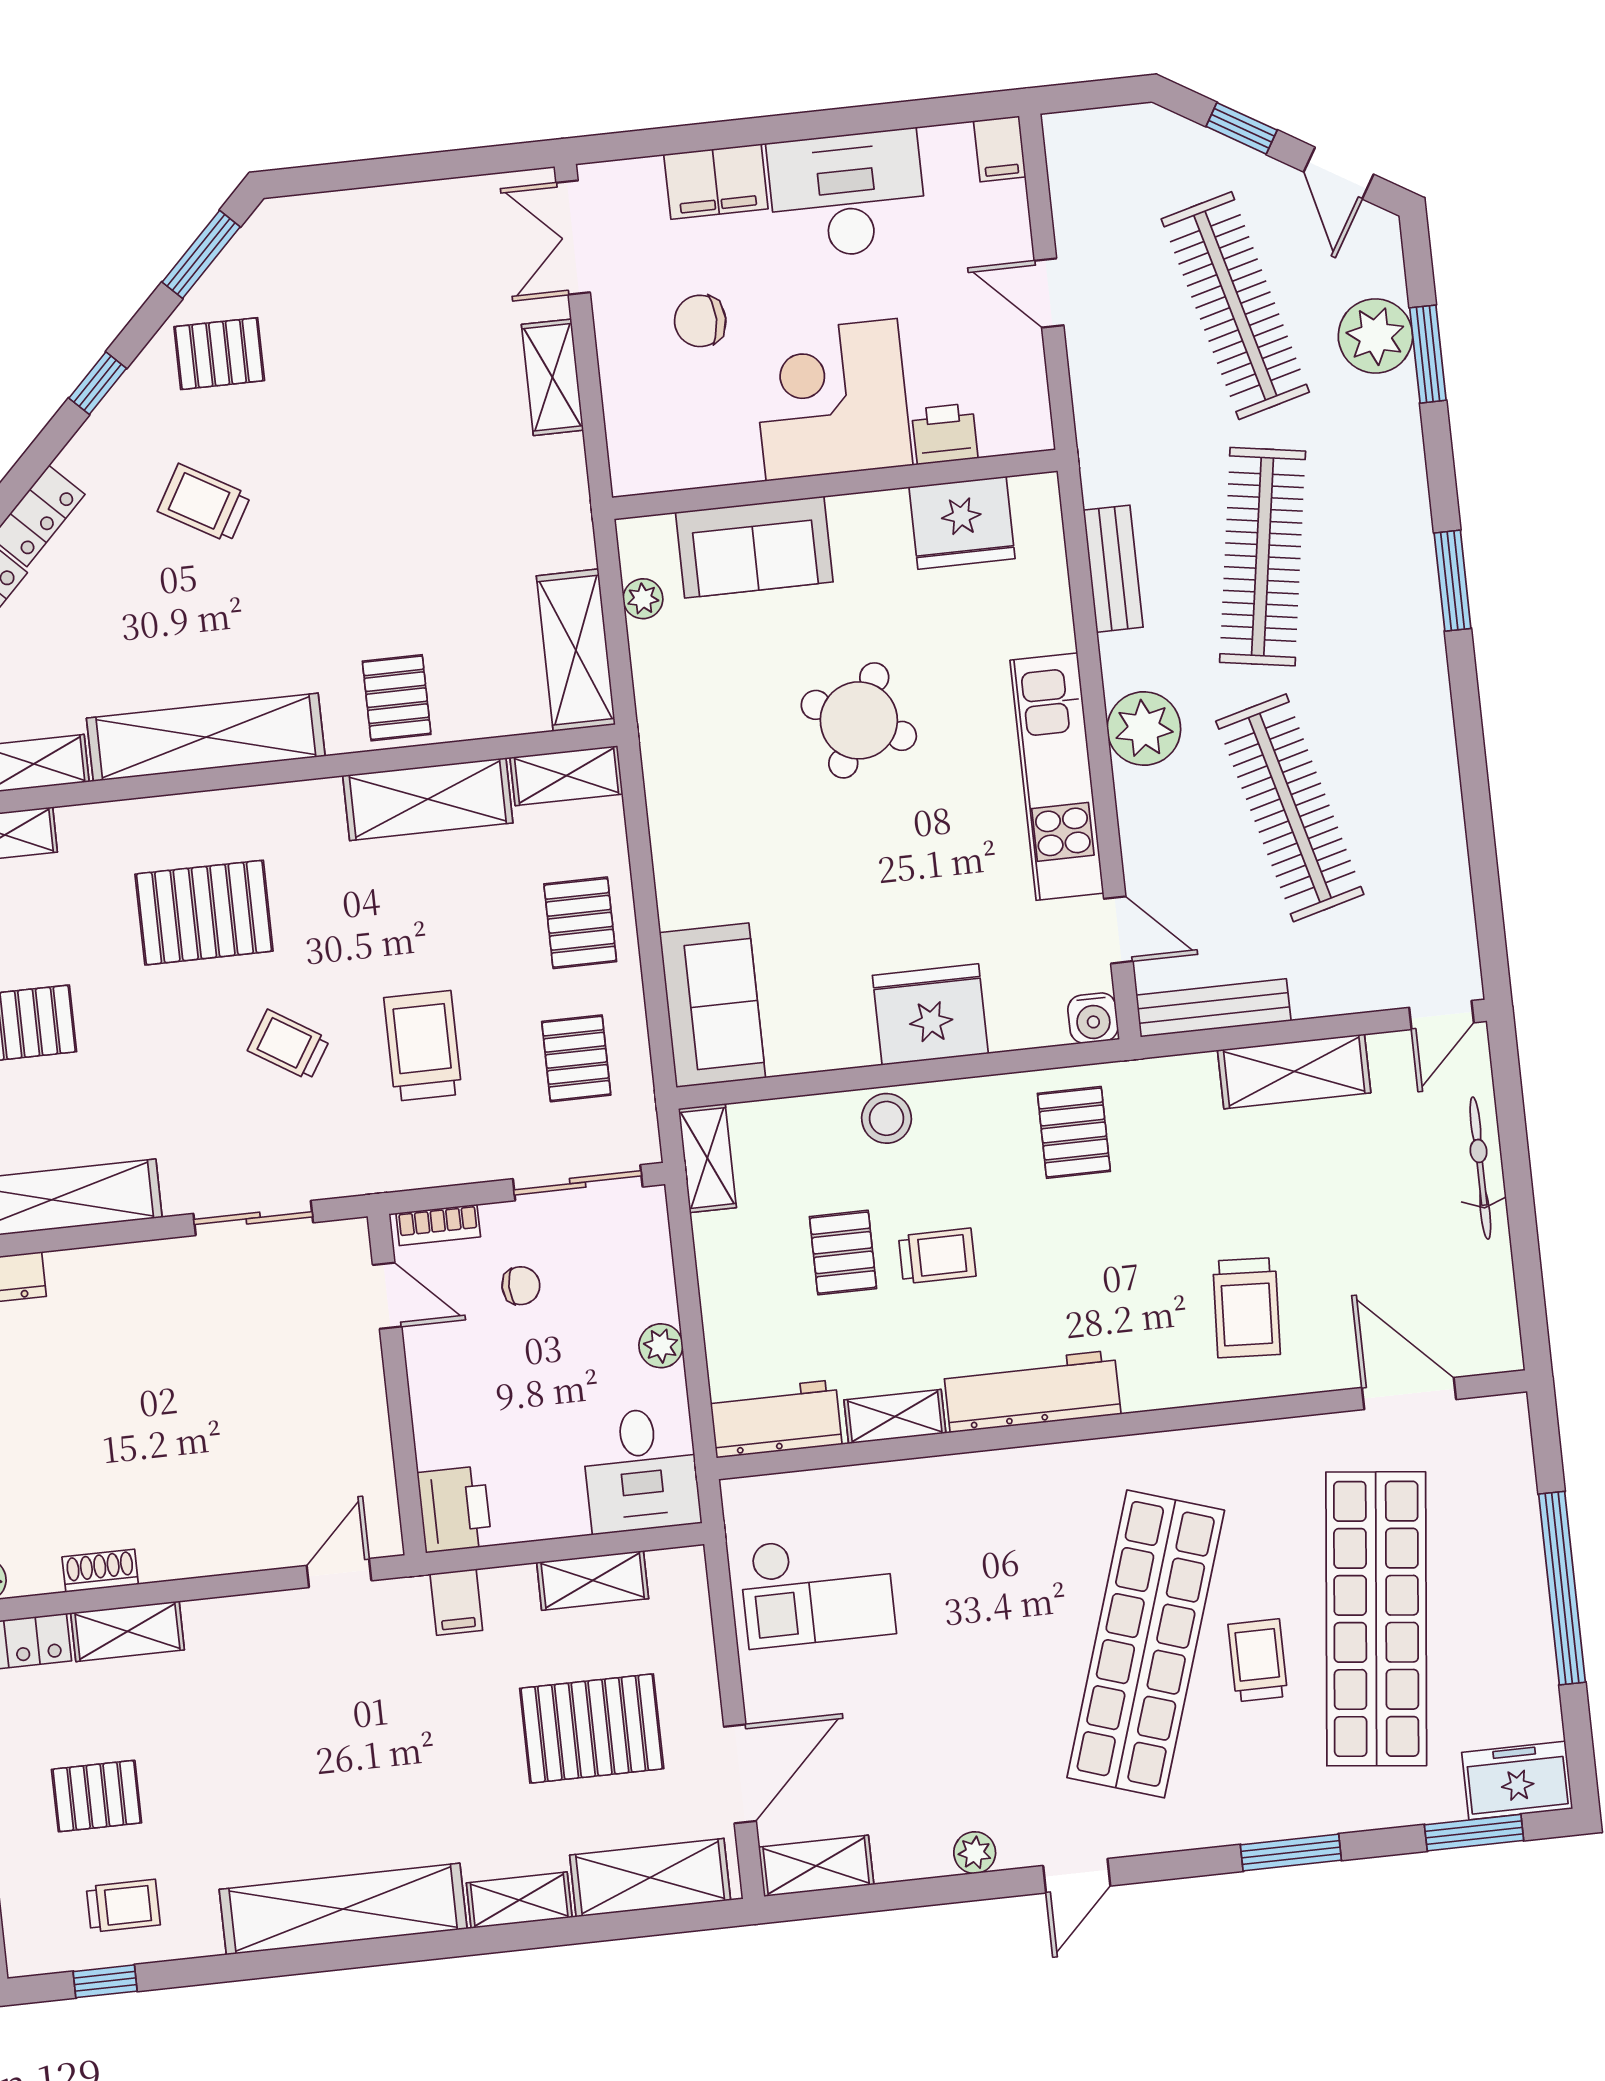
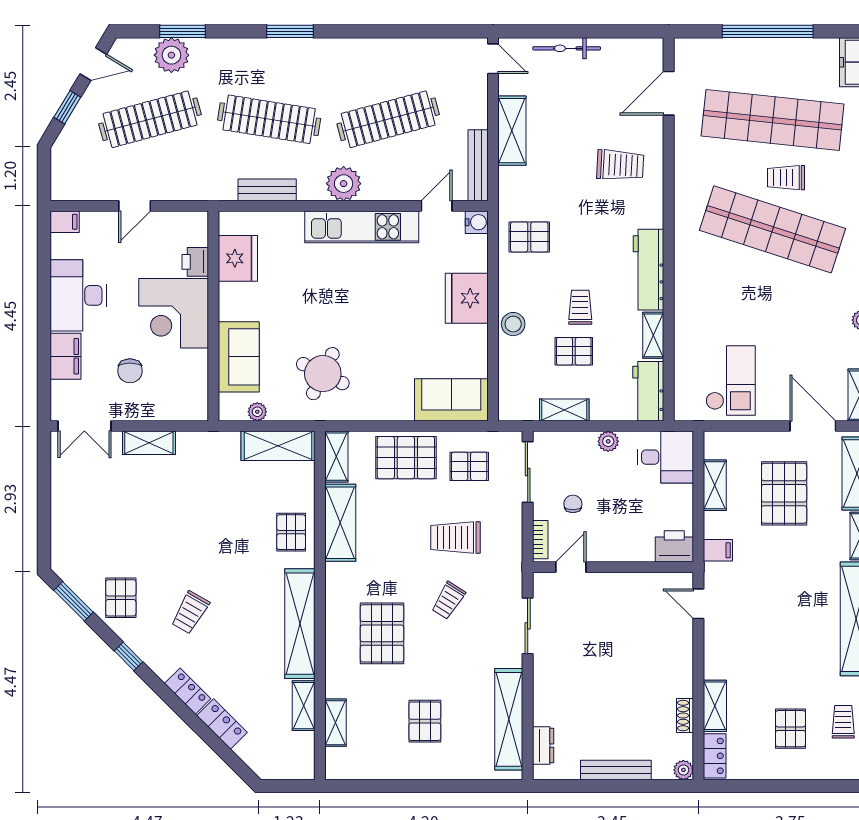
pallet: (397, 698) -> (291, 532), turned 90
round table: (859, 720) -> (323, 374), moved
pallet: (580, 923) -> (406, 458), width x1.50, depth x1.42
shelving: (707, 1158) -> (564, 410), moved

